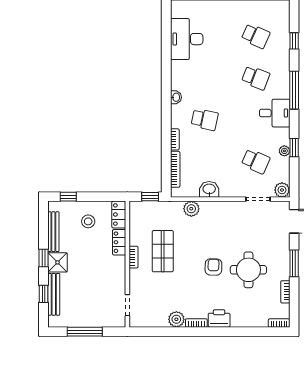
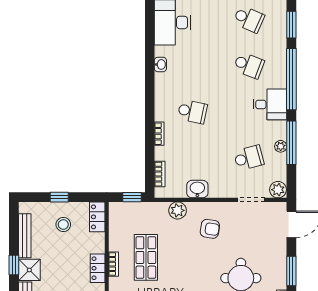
window: (294, 41) -> (291, 25), width x1.50
window: (294, 90) -> (291, 79), width x1.46
washbasin: (176, 97) -> (160, 64), moved
window: (294, 148) -> (291, 143), width x2.17
school desk: (256, 161) -> (249, 158), turned -39
bookcase: (175, 169) -> (160, 174), width x0.64
window: (68, 197) -> (59, 197), moved
locker: (119, 242) -> (98, 268), moved
armchair: (213, 267) -> (210, 229), moved, turned 97

